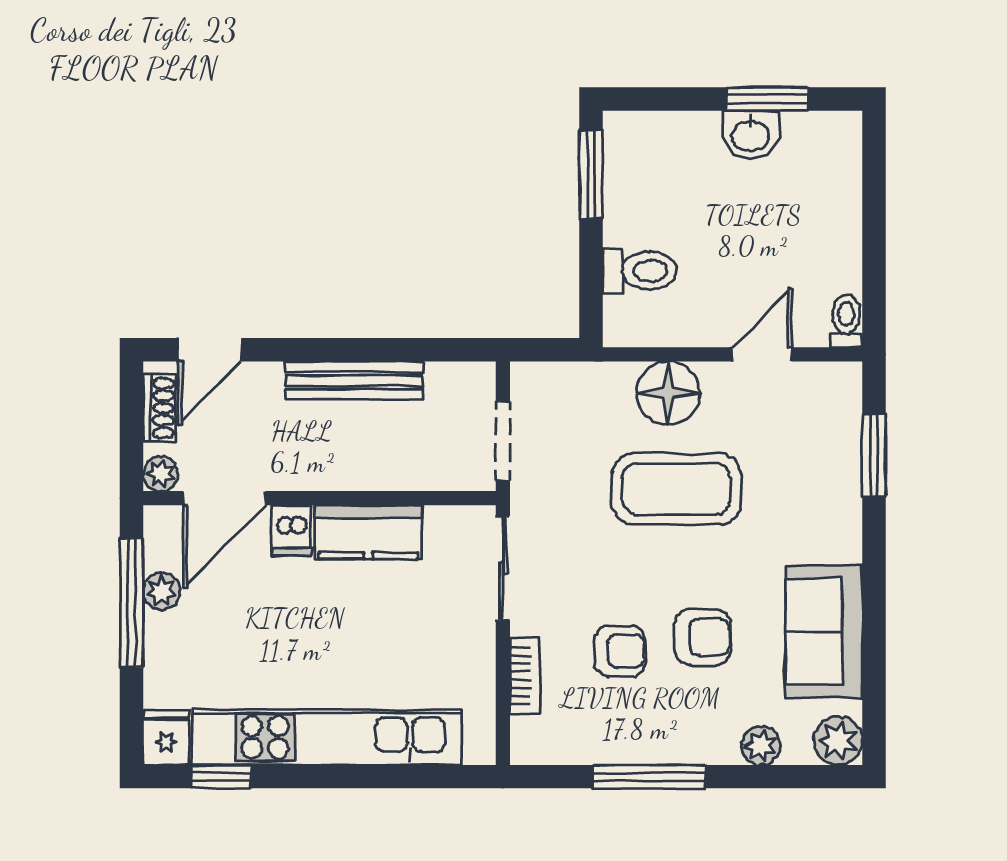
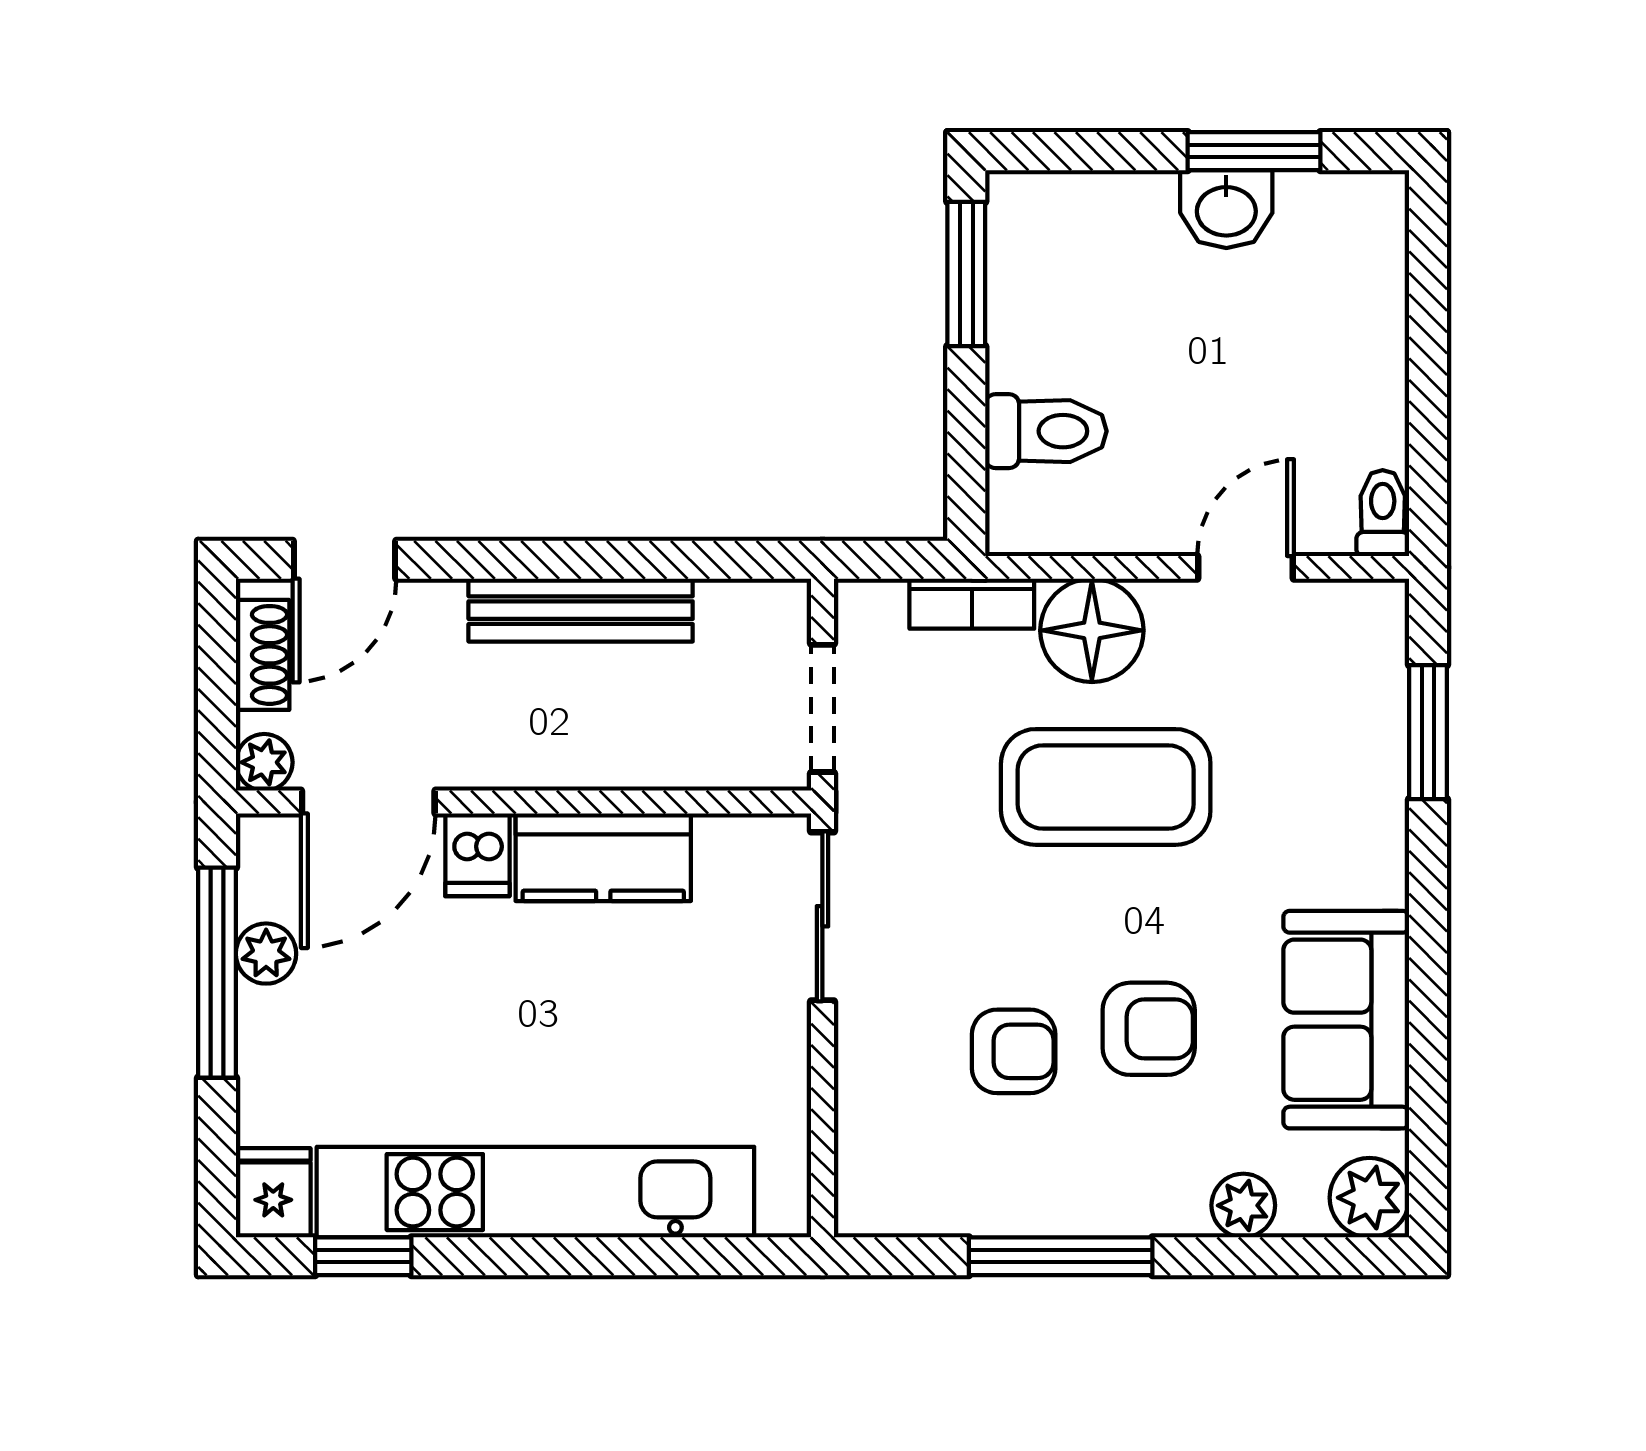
bookcase: (525, 676) -> (972, 604), moved, turned 90

